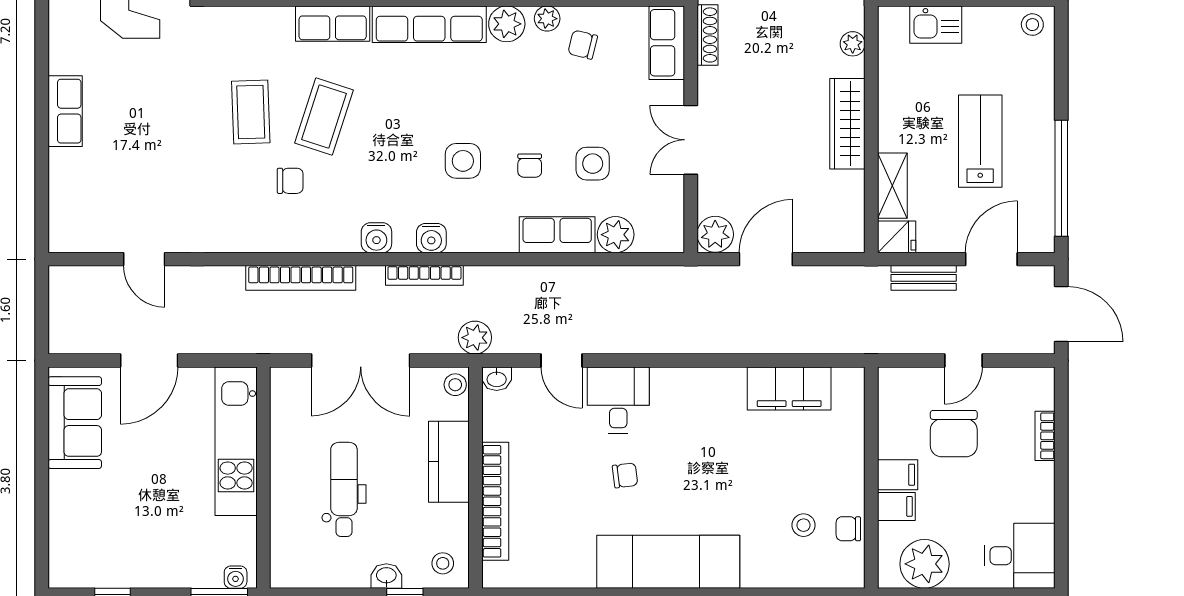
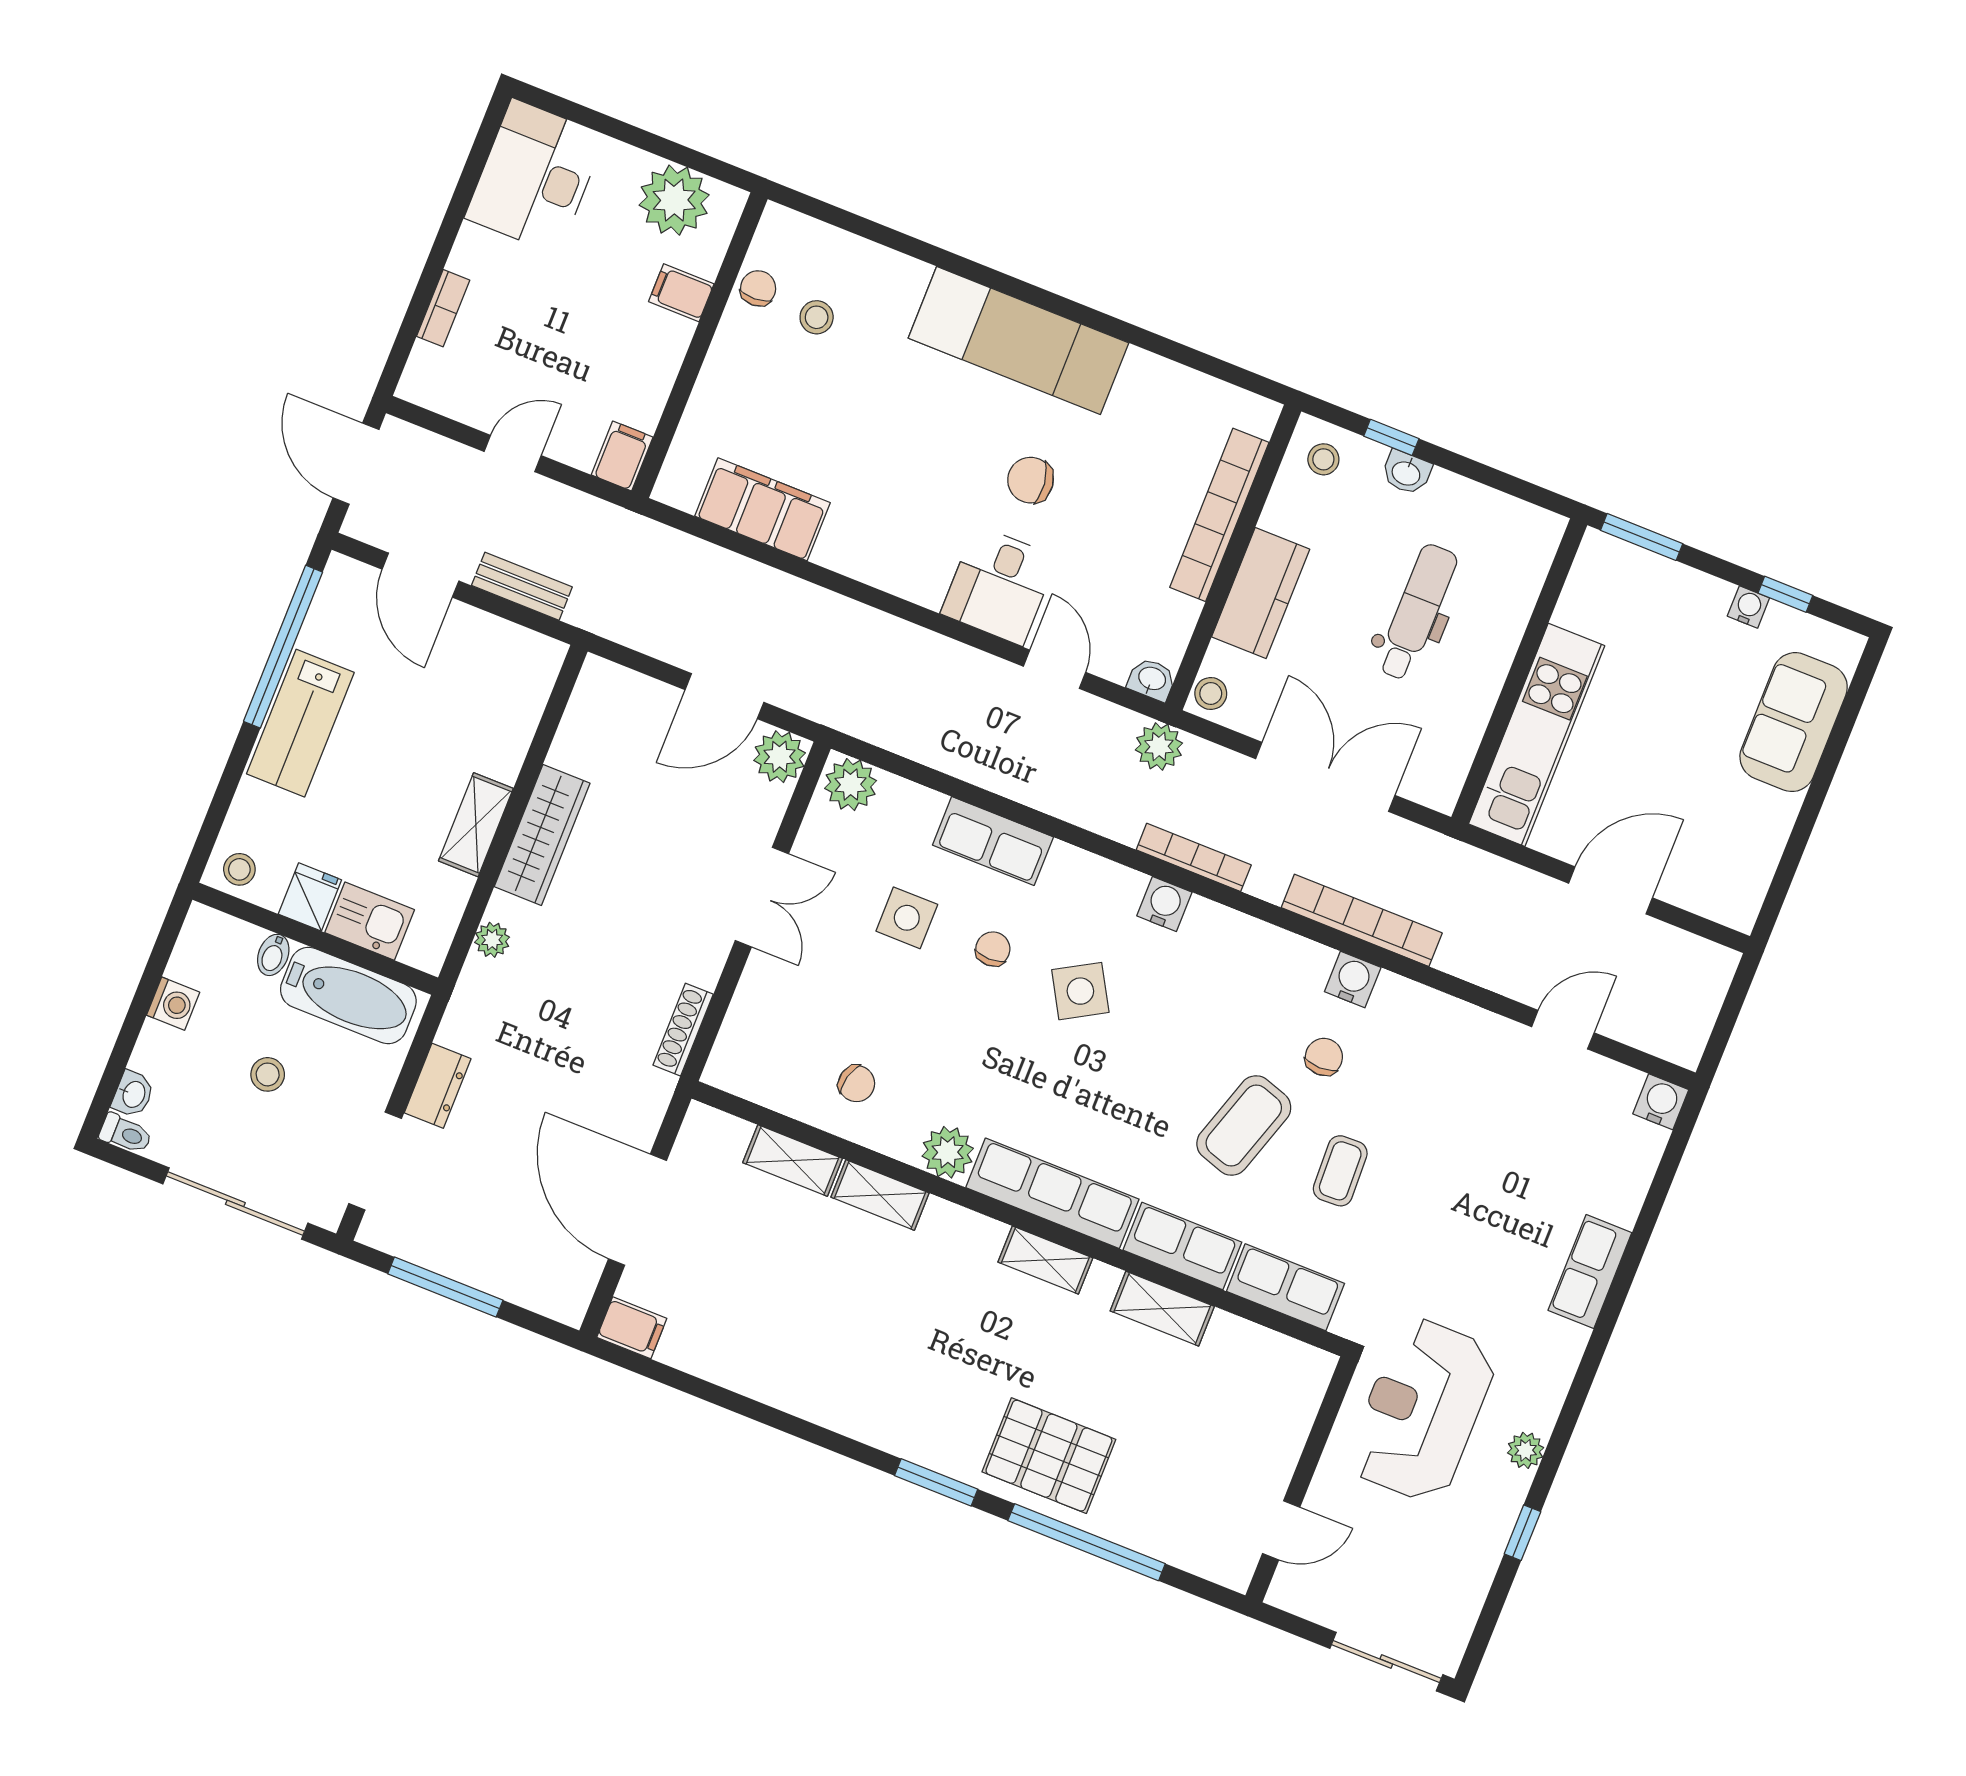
plant: (547, 19) -> (890, 1138), removed
row of seats: (667, 43) -> (1285, 1287), moved, turned -90
coffee table: (251, 112) -> (1340, 1171), width x0.73, depth x0.77
lab bench: (980, 141) -> (300, 723), moved
side table: (463, 161) -> (1080, 991), turned -30
chair: (290, 181) -> (1324, 1057), turned 90
shelving: (892, 186) -> (476, 825), moved
plant: (616, 235) -> (851, 785), moved
fridge: (897, 237) -> (310, 897), moved, turned 90
water cooler: (63, 238) -> (1661, 1102), added
water cooler: (376, 238) -> (1353, 980), moved
door: (144, 259) -> (1563, 1030), hinge flipped
door: (991, 259) -> (420, 575), hinge flipped
sofa: (75, 423) -> (1794, 722), moved
chair: (954, 434) -> (565, 360), removed
chair: (625, 475) -> (1031, 480), width x1.37, depth x1.37
filing cabinet: (898, 475) -> (622, 456), moved, turned 90
dental chair: (344, 489) -> (1417, 612), turned 180
chair: (848, 529) -> (758, 288), turned -92
desk: (1020, 556) -> (535, 177), width x1.37
water cooler: (236, 577) -> (1748, 607), moved

